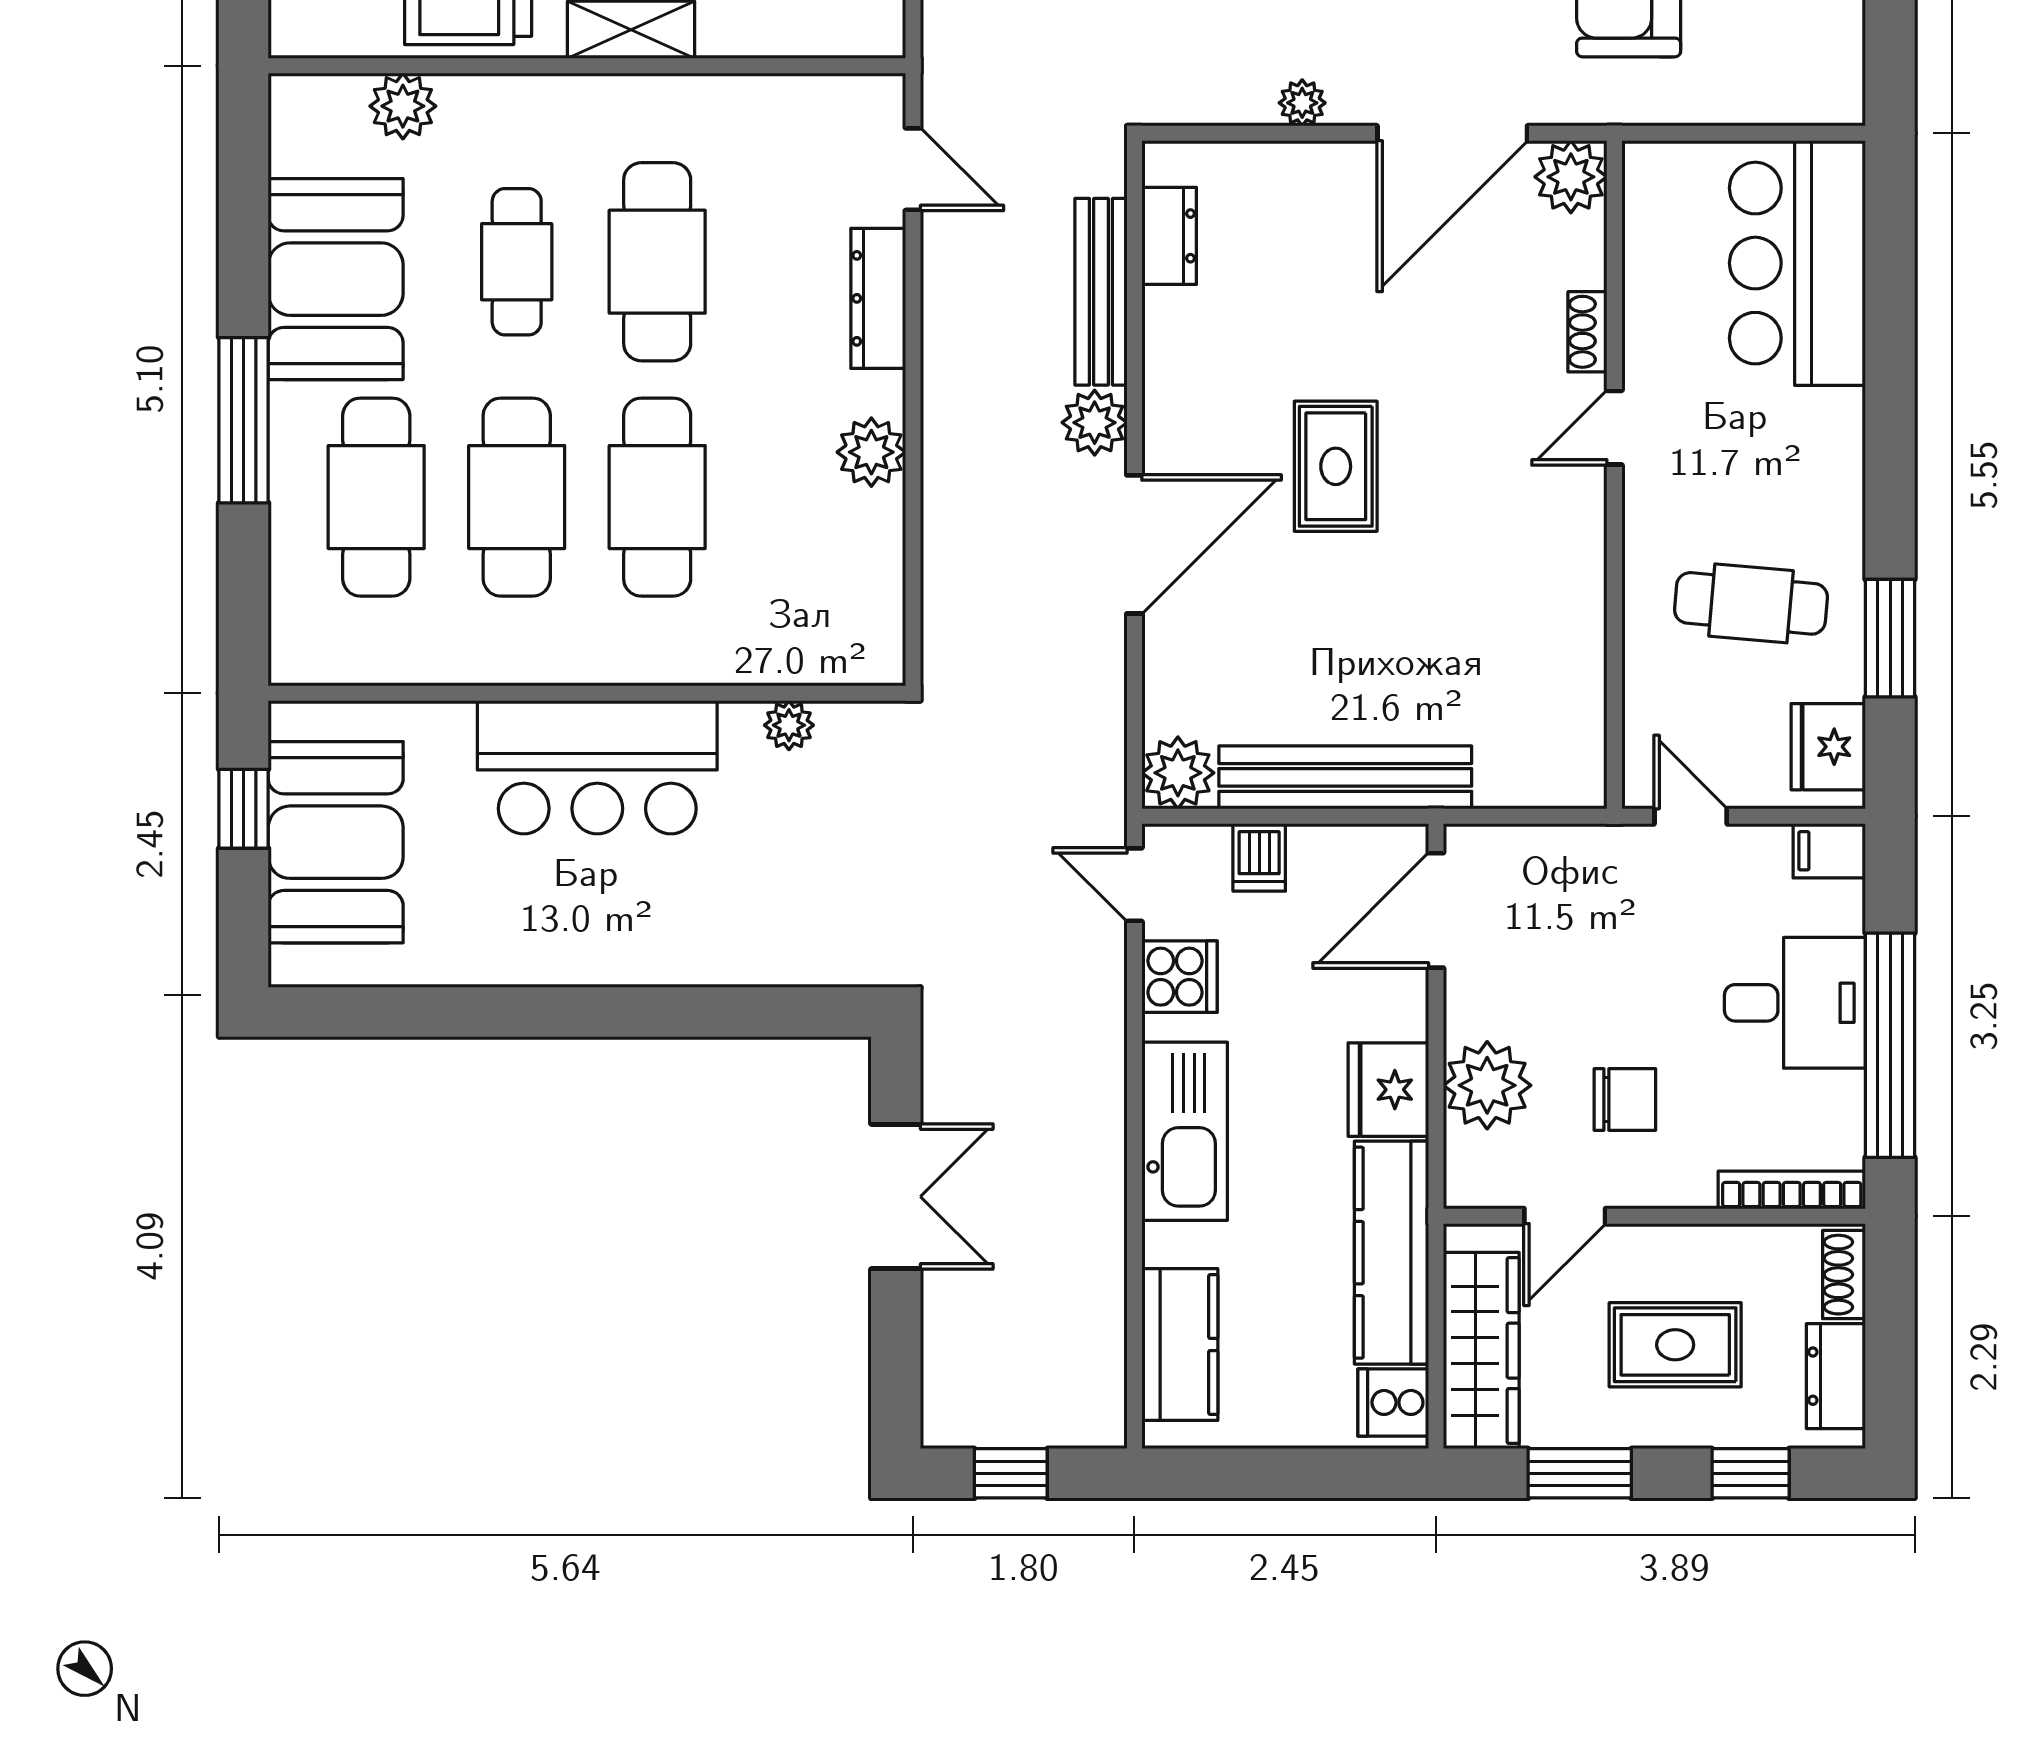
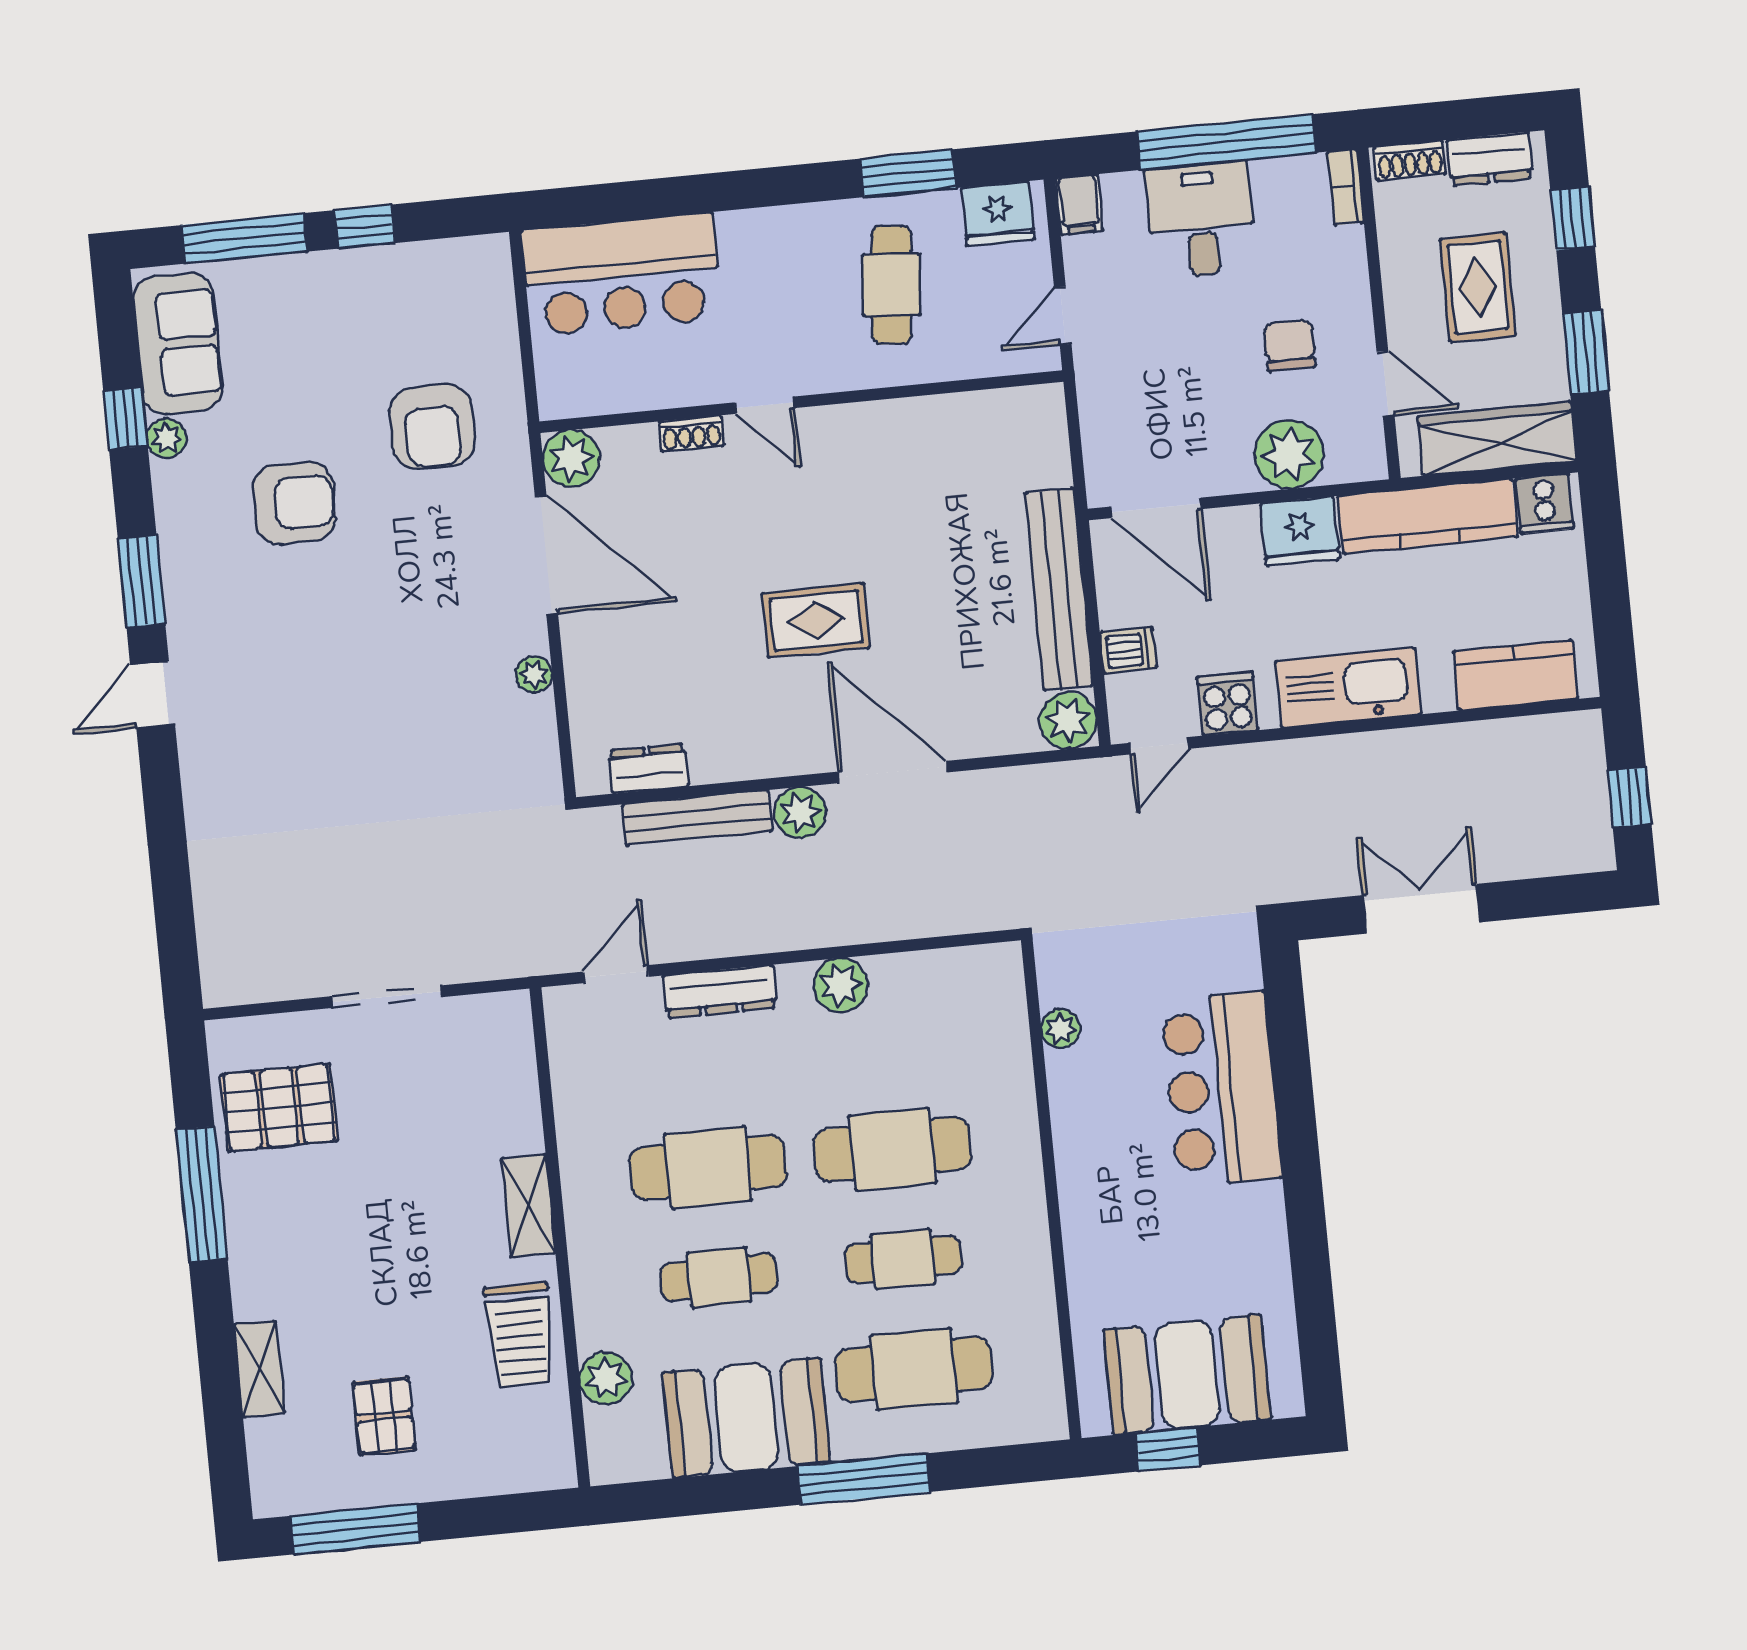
cafe table: (517, 497) -> (903, 1259), width x0.73, depth x0.74
bar counter: (597, 767) -> (1221, 1089), moved, turned 180
bookcase: (1792, 1190) -> (1346, 187), width x0.64

